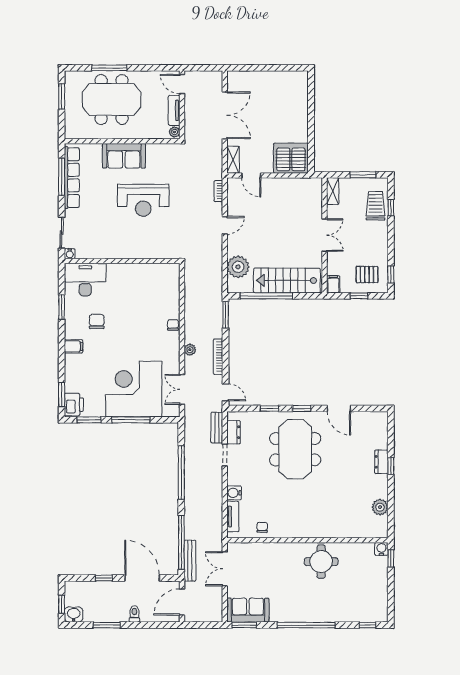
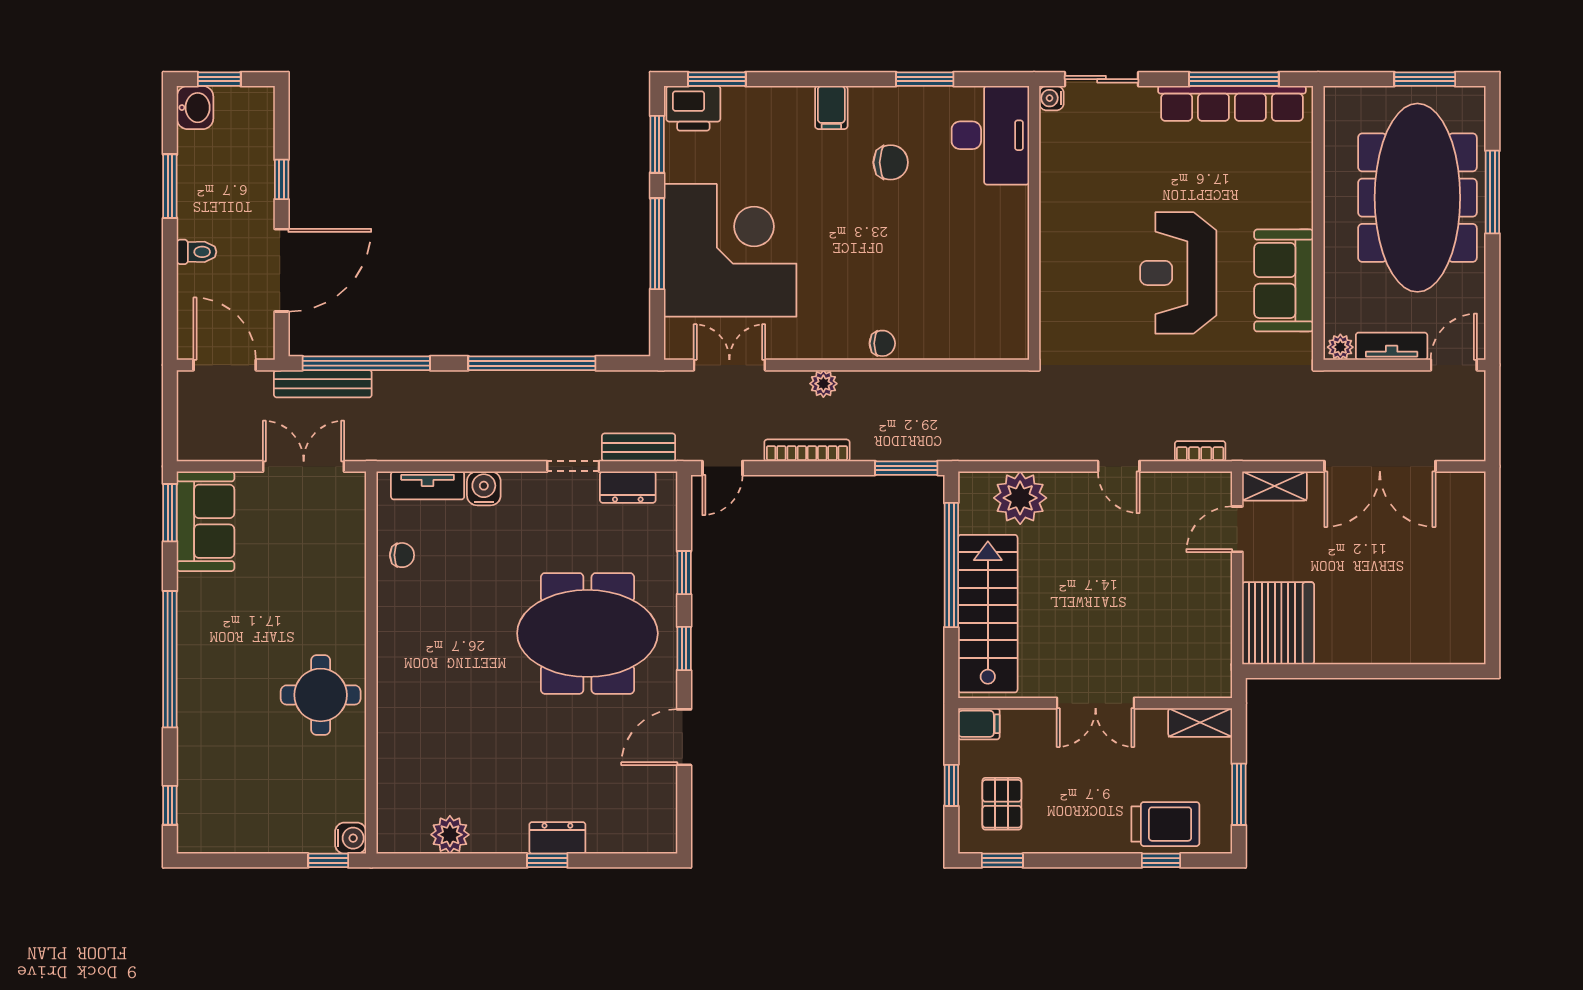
meeting table: (112, 99) -> (1417, 198), width x1.36
sofa: (124, 156) -> (1284, 280), moved

